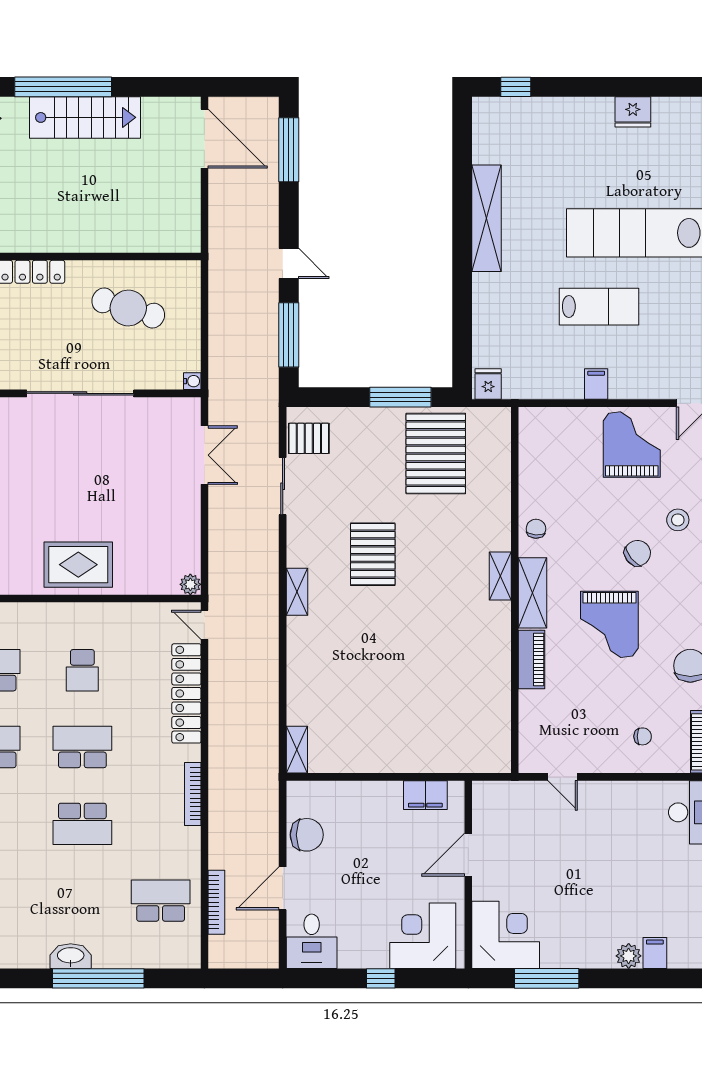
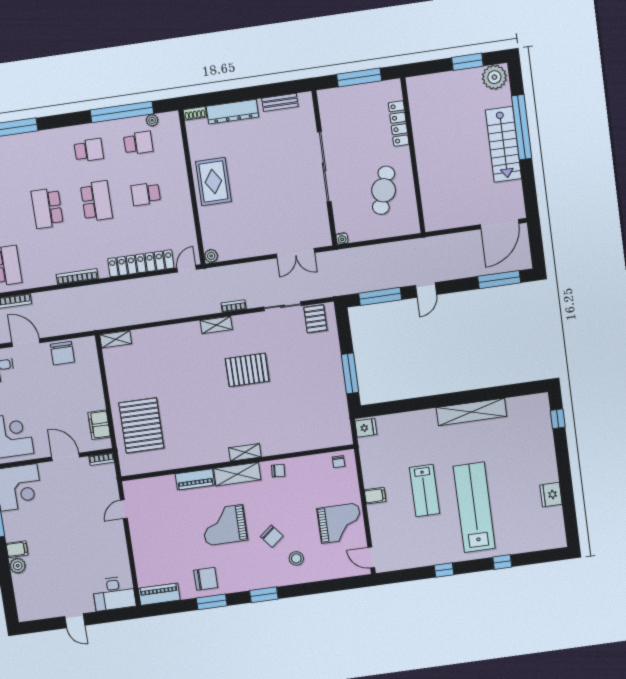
pallet: (436, 454) -> (141, 425), moved, turned 90
bookcase: (272, 561) -> (234, 306), added
chair: (643, 736) -> (339, 462), moved
bookcase: (480, 799) -> (102, 459), added
filing cabinet: (655, 953) -> (17, 549), moved

